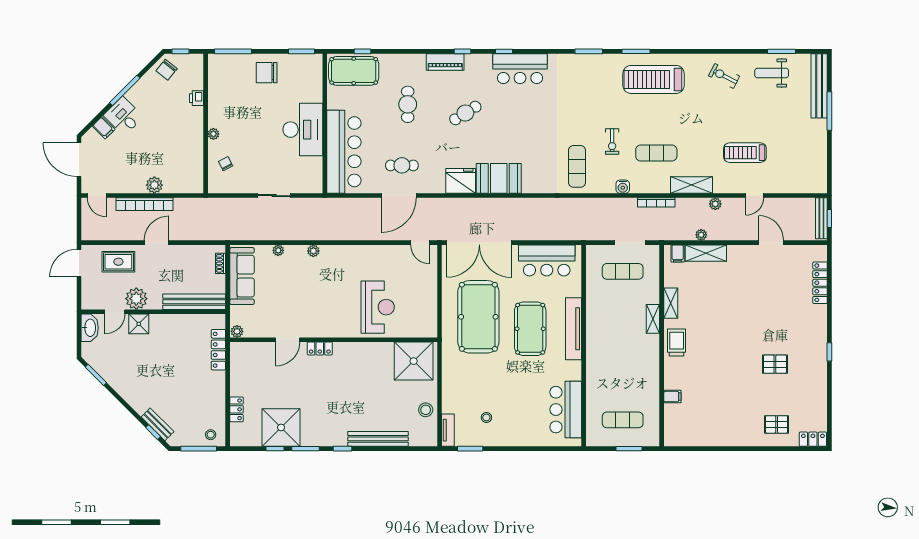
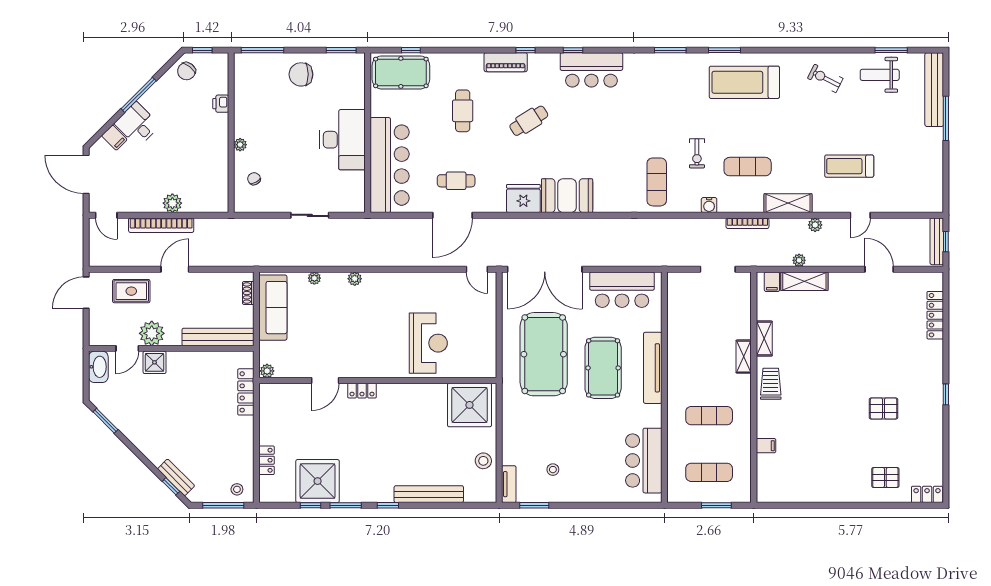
exercise mat: (623, 271) -> (709, 416), moved

